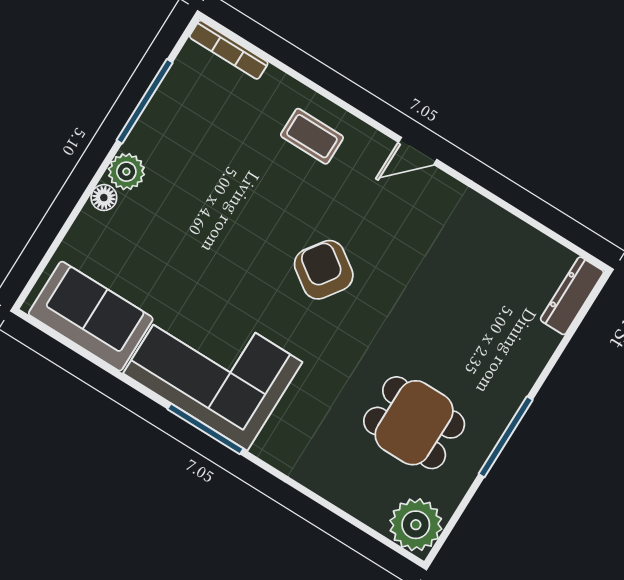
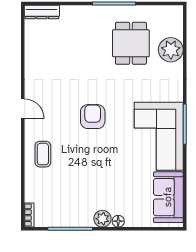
bookcase: (229, 50) -> (29, 215), width x0.64
armchair: (324, 270) -> (93, 117), turned 145
plant: (416, 525) -> (171, 50), moved

